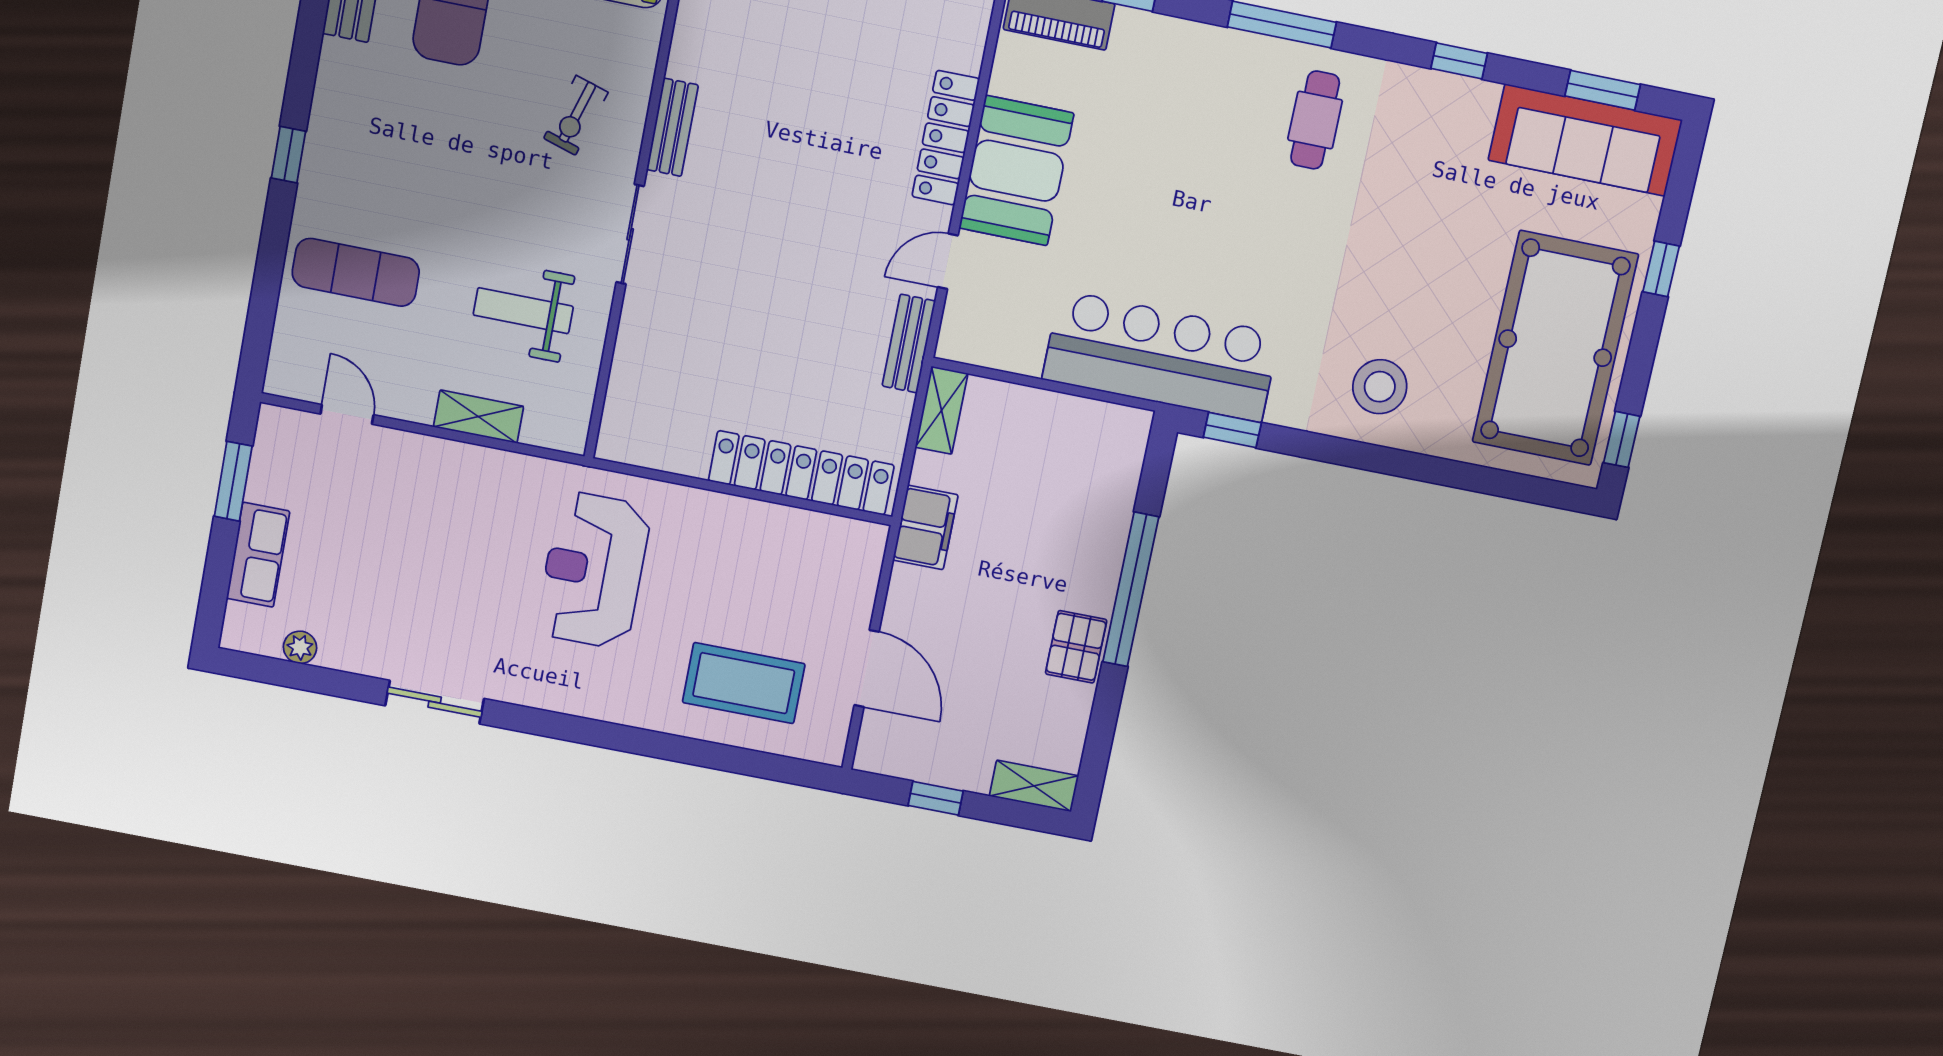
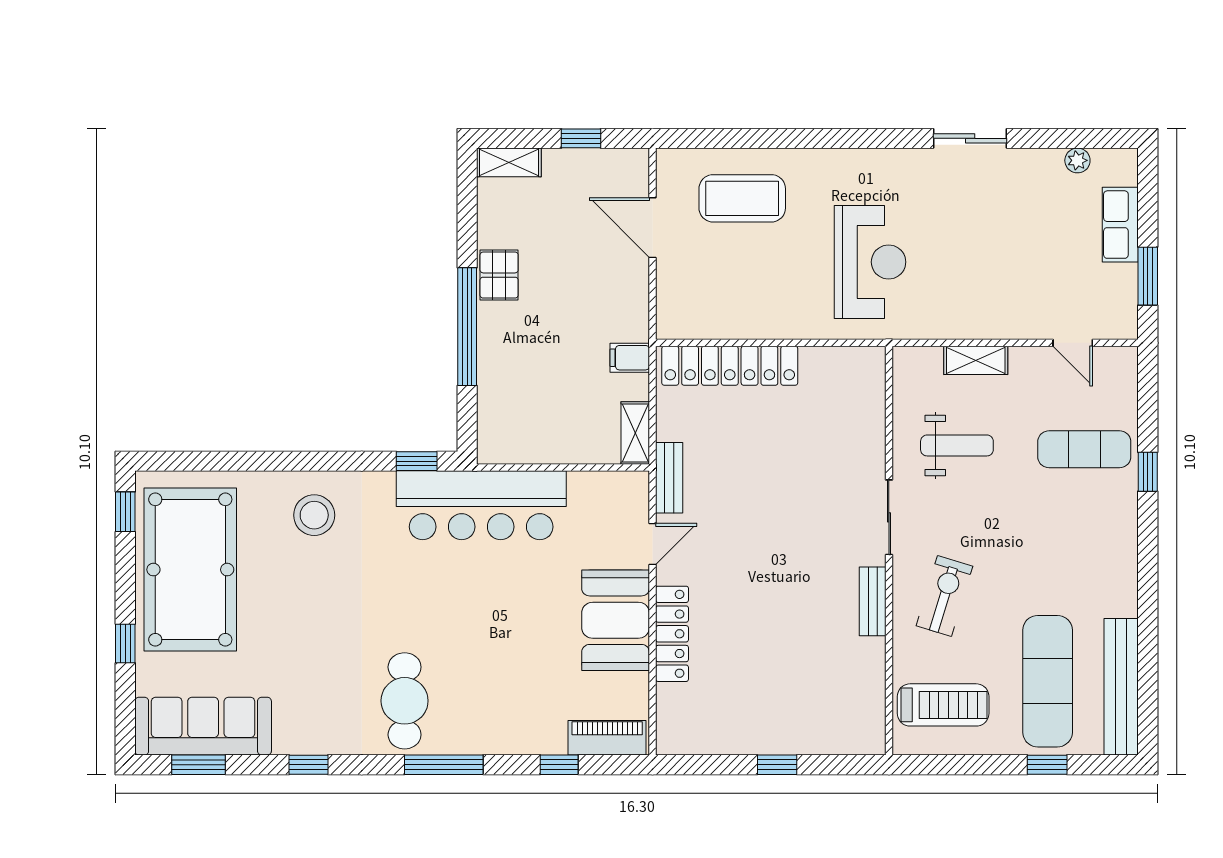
exercise bike: (576, 115) -> (944, 596), width x1.38, depth x1.39
cafe table: (1315, 120) -> (405, 701), width x1.37, depth x1.35
window: (289, 155) -> (1148, 472), moved
filing cabinet: (925, 527) -> (630, 358), width x0.50

